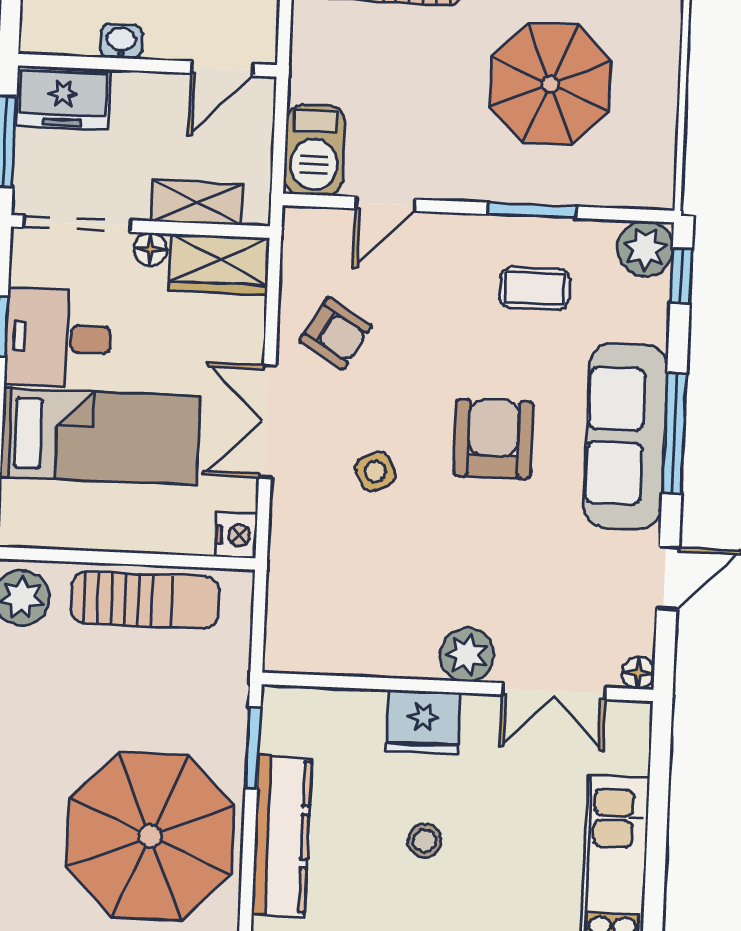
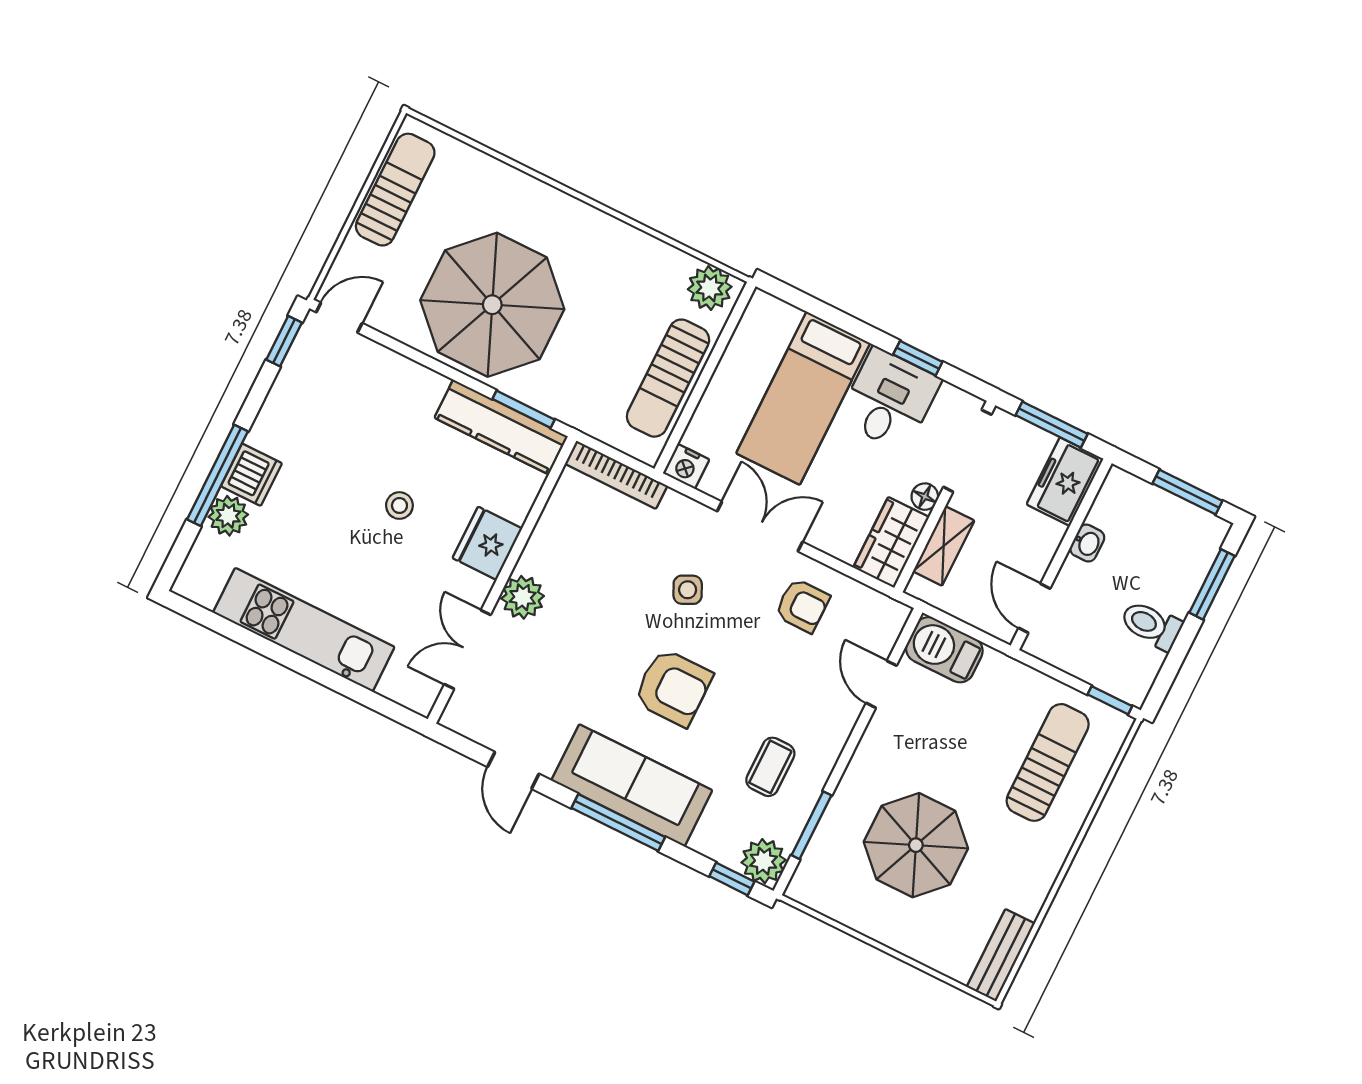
window: (532, 210) -> (811, 825), moved
armchair: (336, 333) -> (802, 606), turned -121
bookcase: (281, 610) -> (616, 475), added
floor lamp: (638, 673) -> (453, 718), removed
kitchen counter: (281, 836) -> (501, 427), moved

